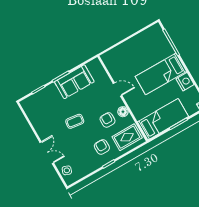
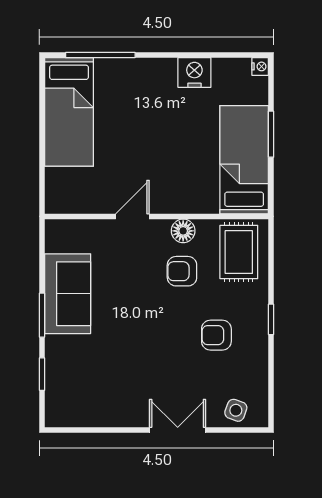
bed: (161, 74) -> (69, 112), moved
coffee table: (75, 121) -> (147, 338), removed
armchair: (102, 147) -> (216, 335), moved

